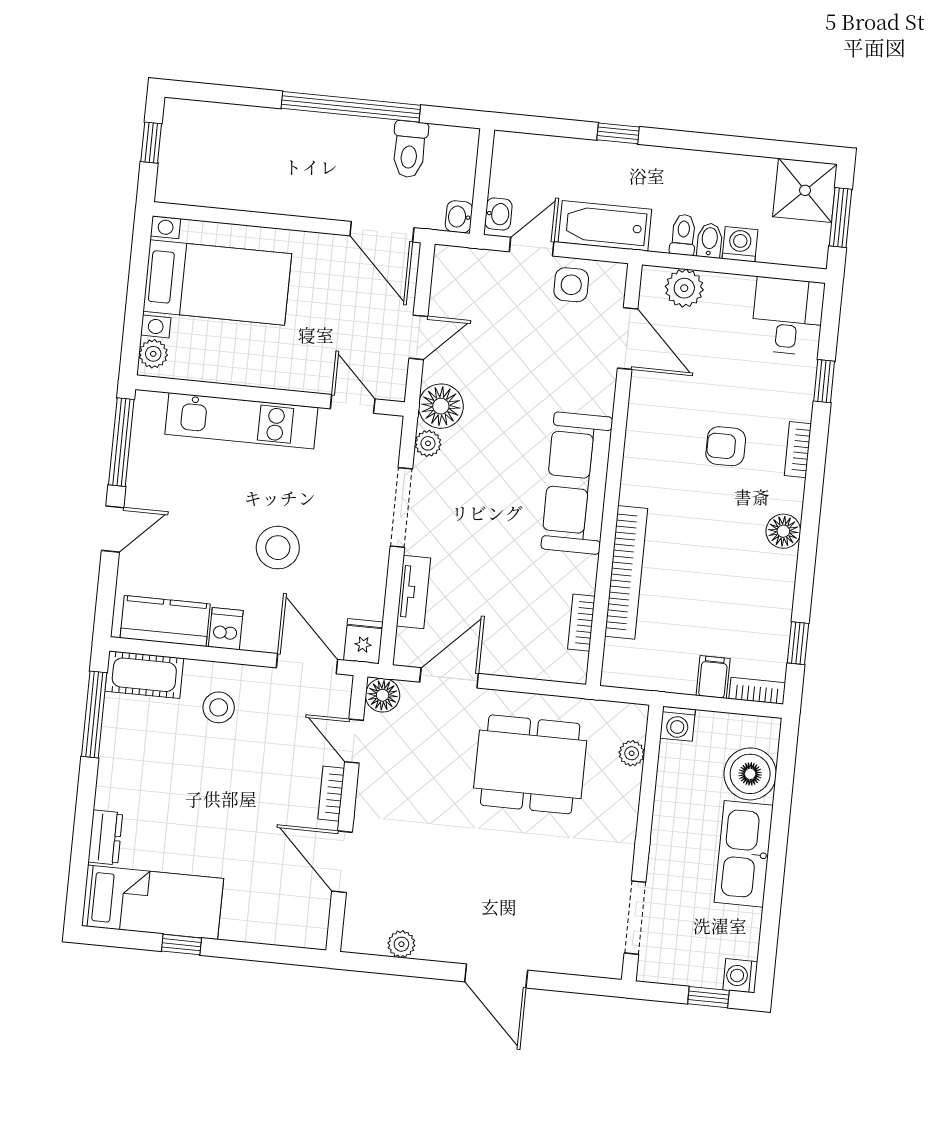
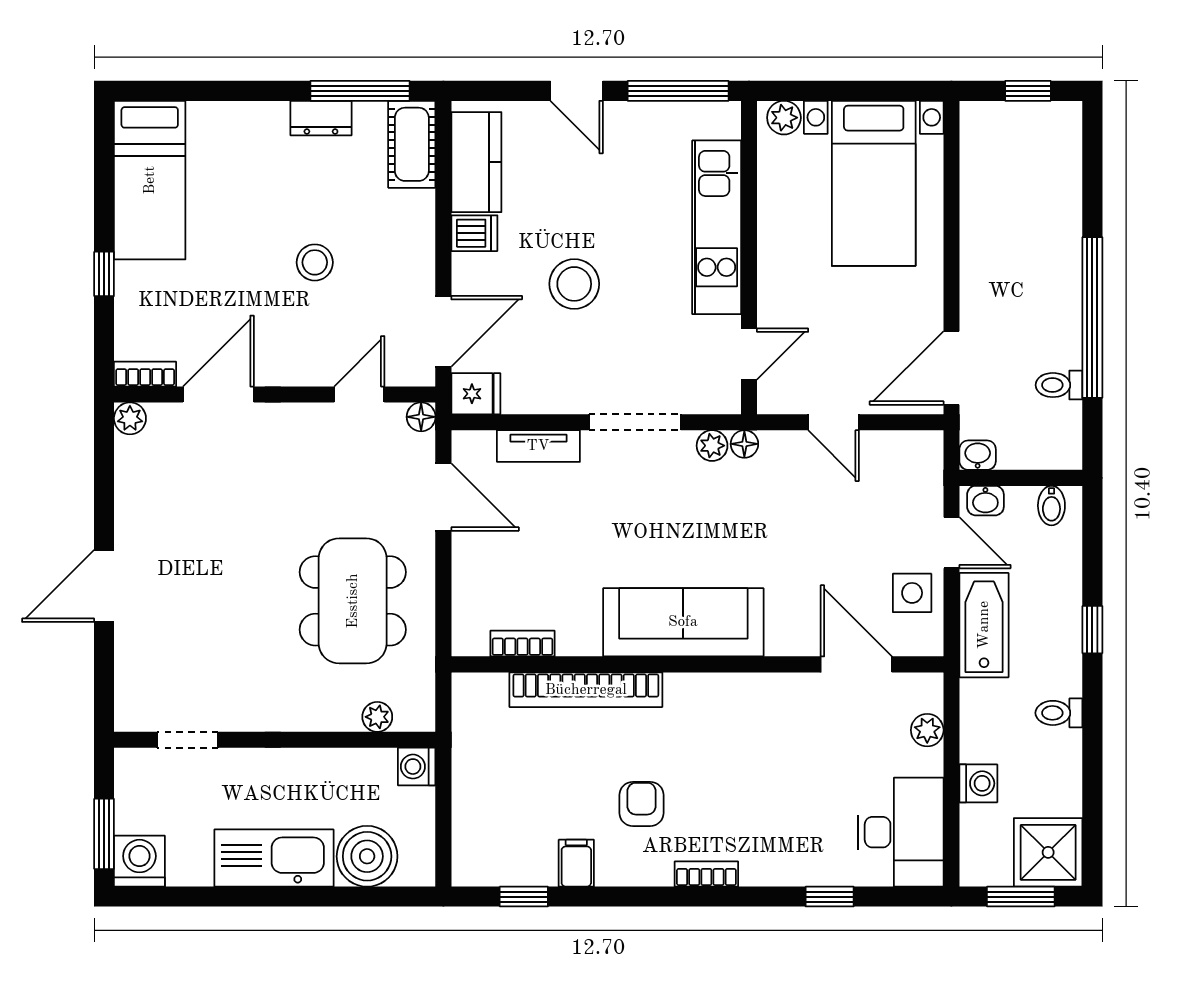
toilet: (410, 149) -> (1059, 385), width x0.73, depth x0.72
toilet: (683, 235) -> (1059, 713), moved, turned 180
bidet: (710, 240) -> (1051, 506), moved, turned 90
plant: (684, 288) -> (927, 730), width x0.73, depth x0.73
desk: (788, 316) -> (901, 832), width x1.37
door: (628, 339) -> (856, 664), swing flipped
floor lamp: (441, 406) -> (744, 444), width x0.53, depth x0.53
armchair: (726, 446) -> (642, 804), moved
bookcase: (798, 450) -> (706, 874), moved
floor lamp: (783, 531) -> (652, 867), removed
filing cabinet: (713, 677) -> (576, 863), moved, turned -90
bookcase: (757, 691) -> (464, 855), removed
floor lamp: (383, 695) -> (421, 417), width x0.73, depth x0.73
stool: (219, 707) -> (315, 262), moved
bookcase: (331, 794) -> (145, 374), moved
dresser: (105, 837) -> (321, 118), moved
doorway: (635, 918) -> (188, 740), width x0.73
plant: (401, 944) -> (130, 418), moved
window: (181, 945) -> (104, 274), moved
washing machine: (740, 976) -> (139, 861), width x1.38, depth x1.38
window: (708, 997) -> (104, 834), width x1.50

